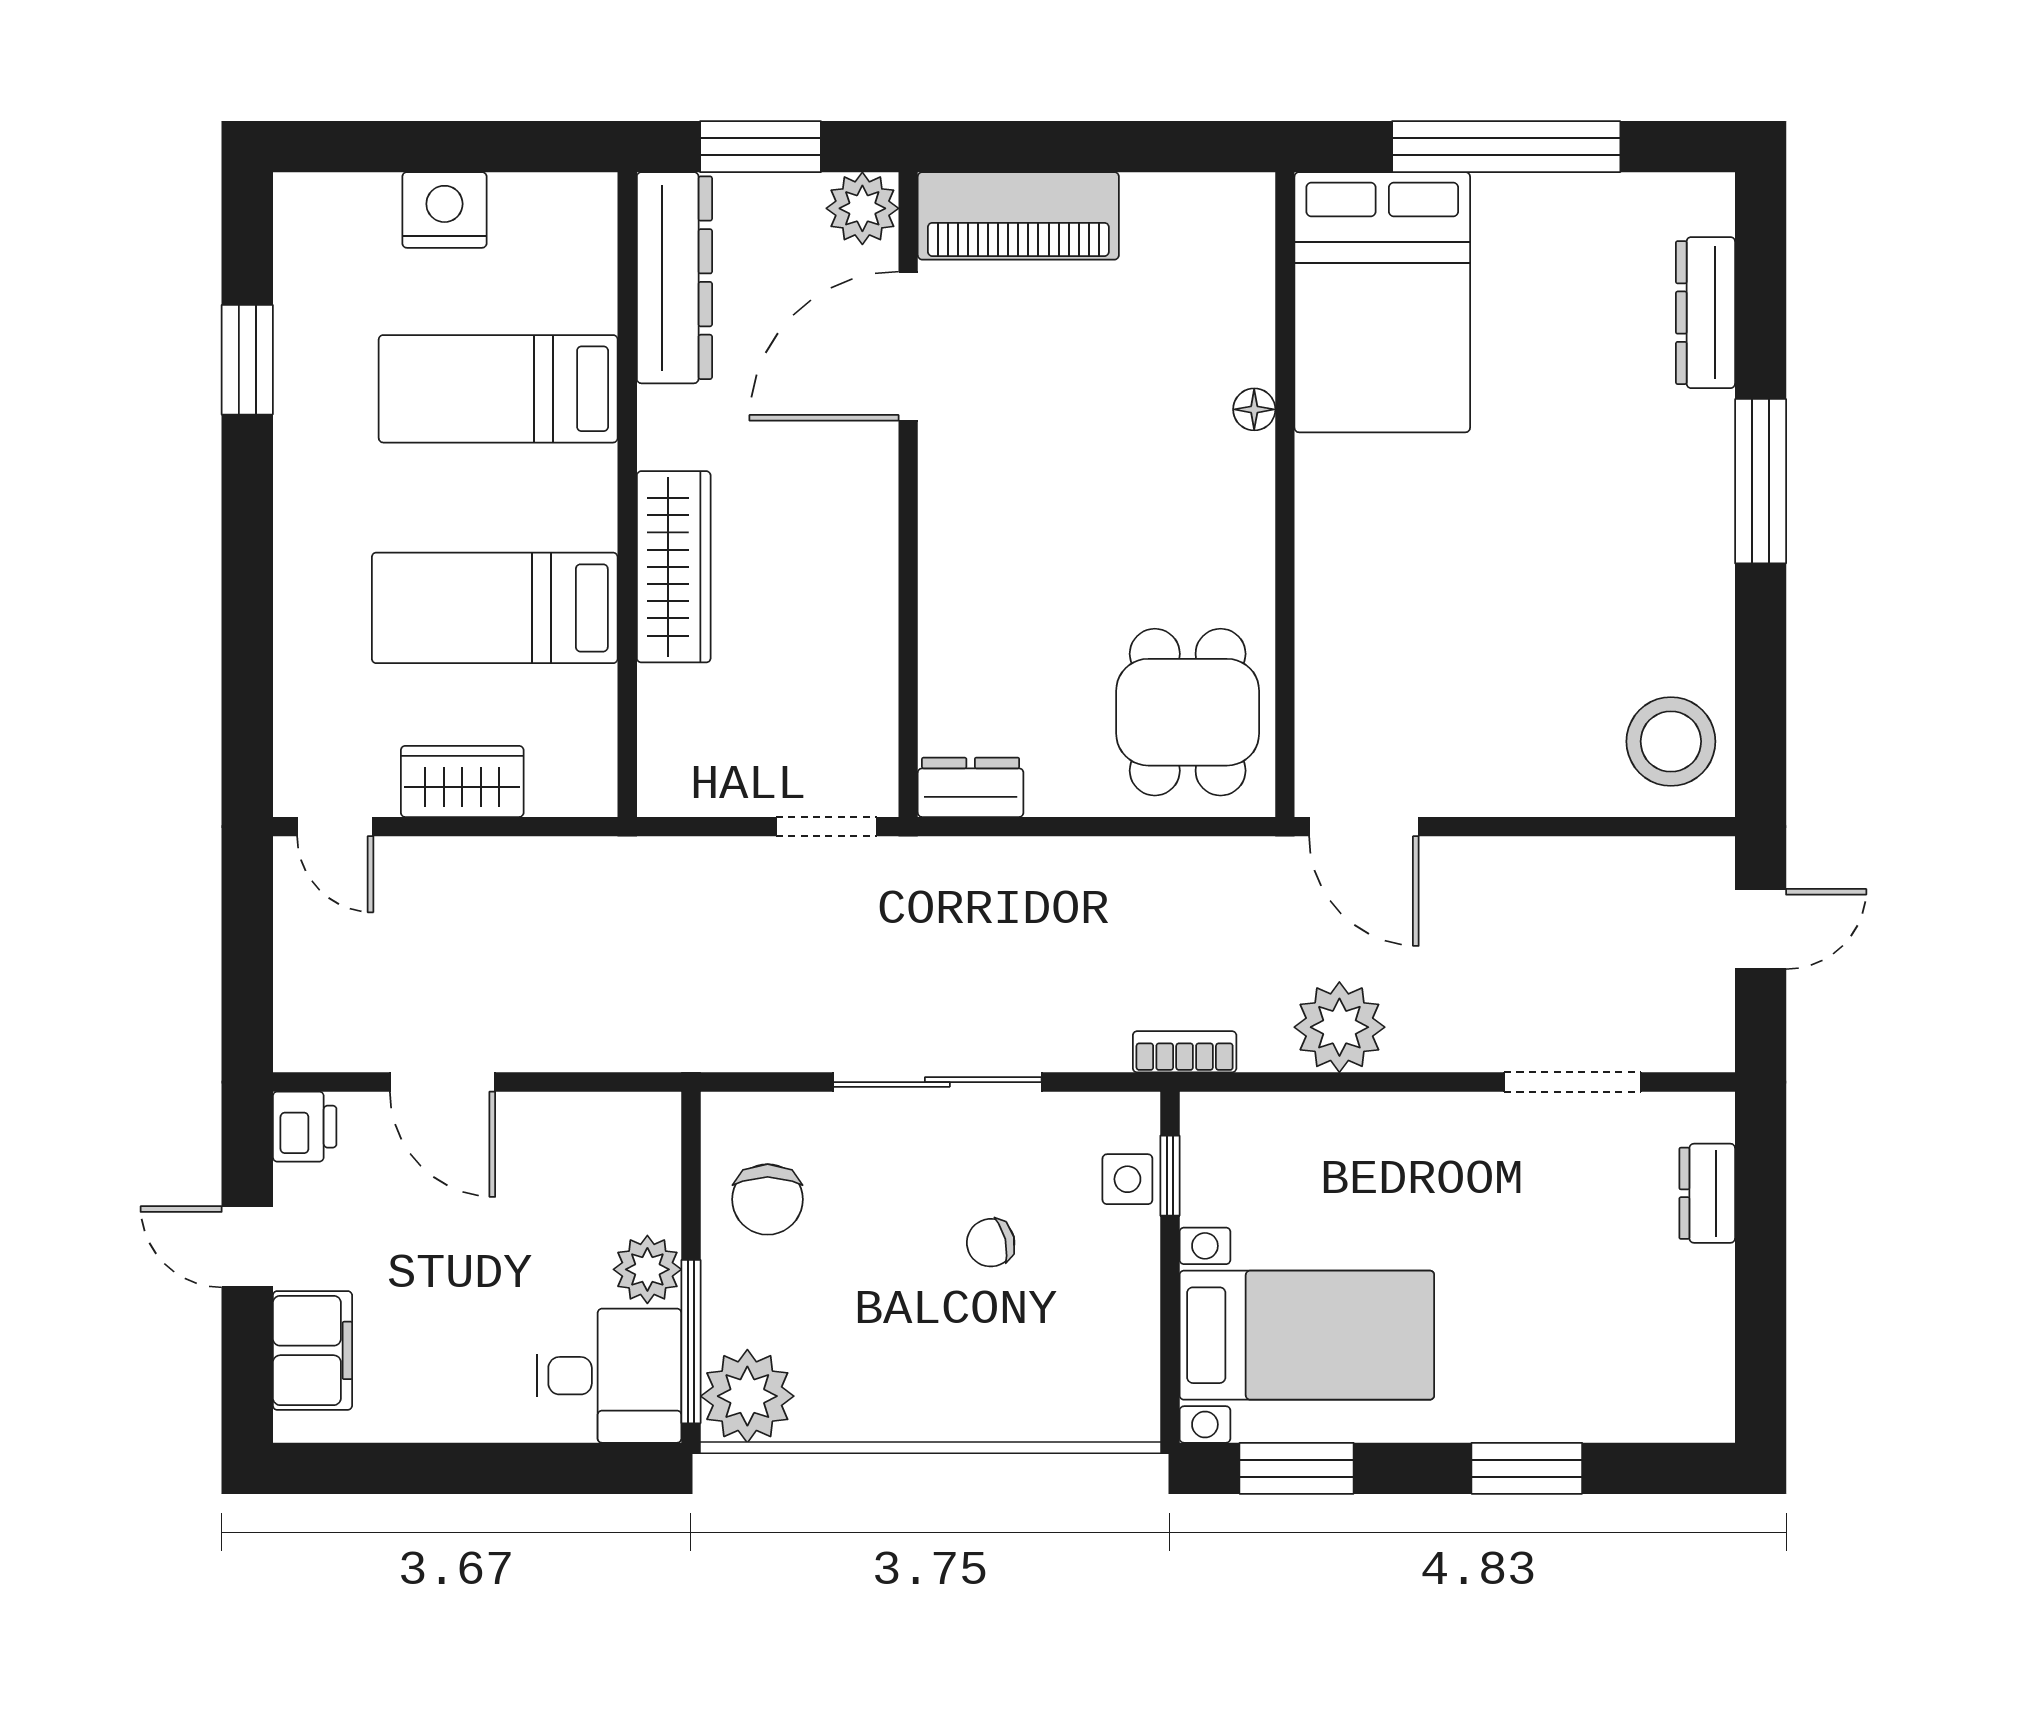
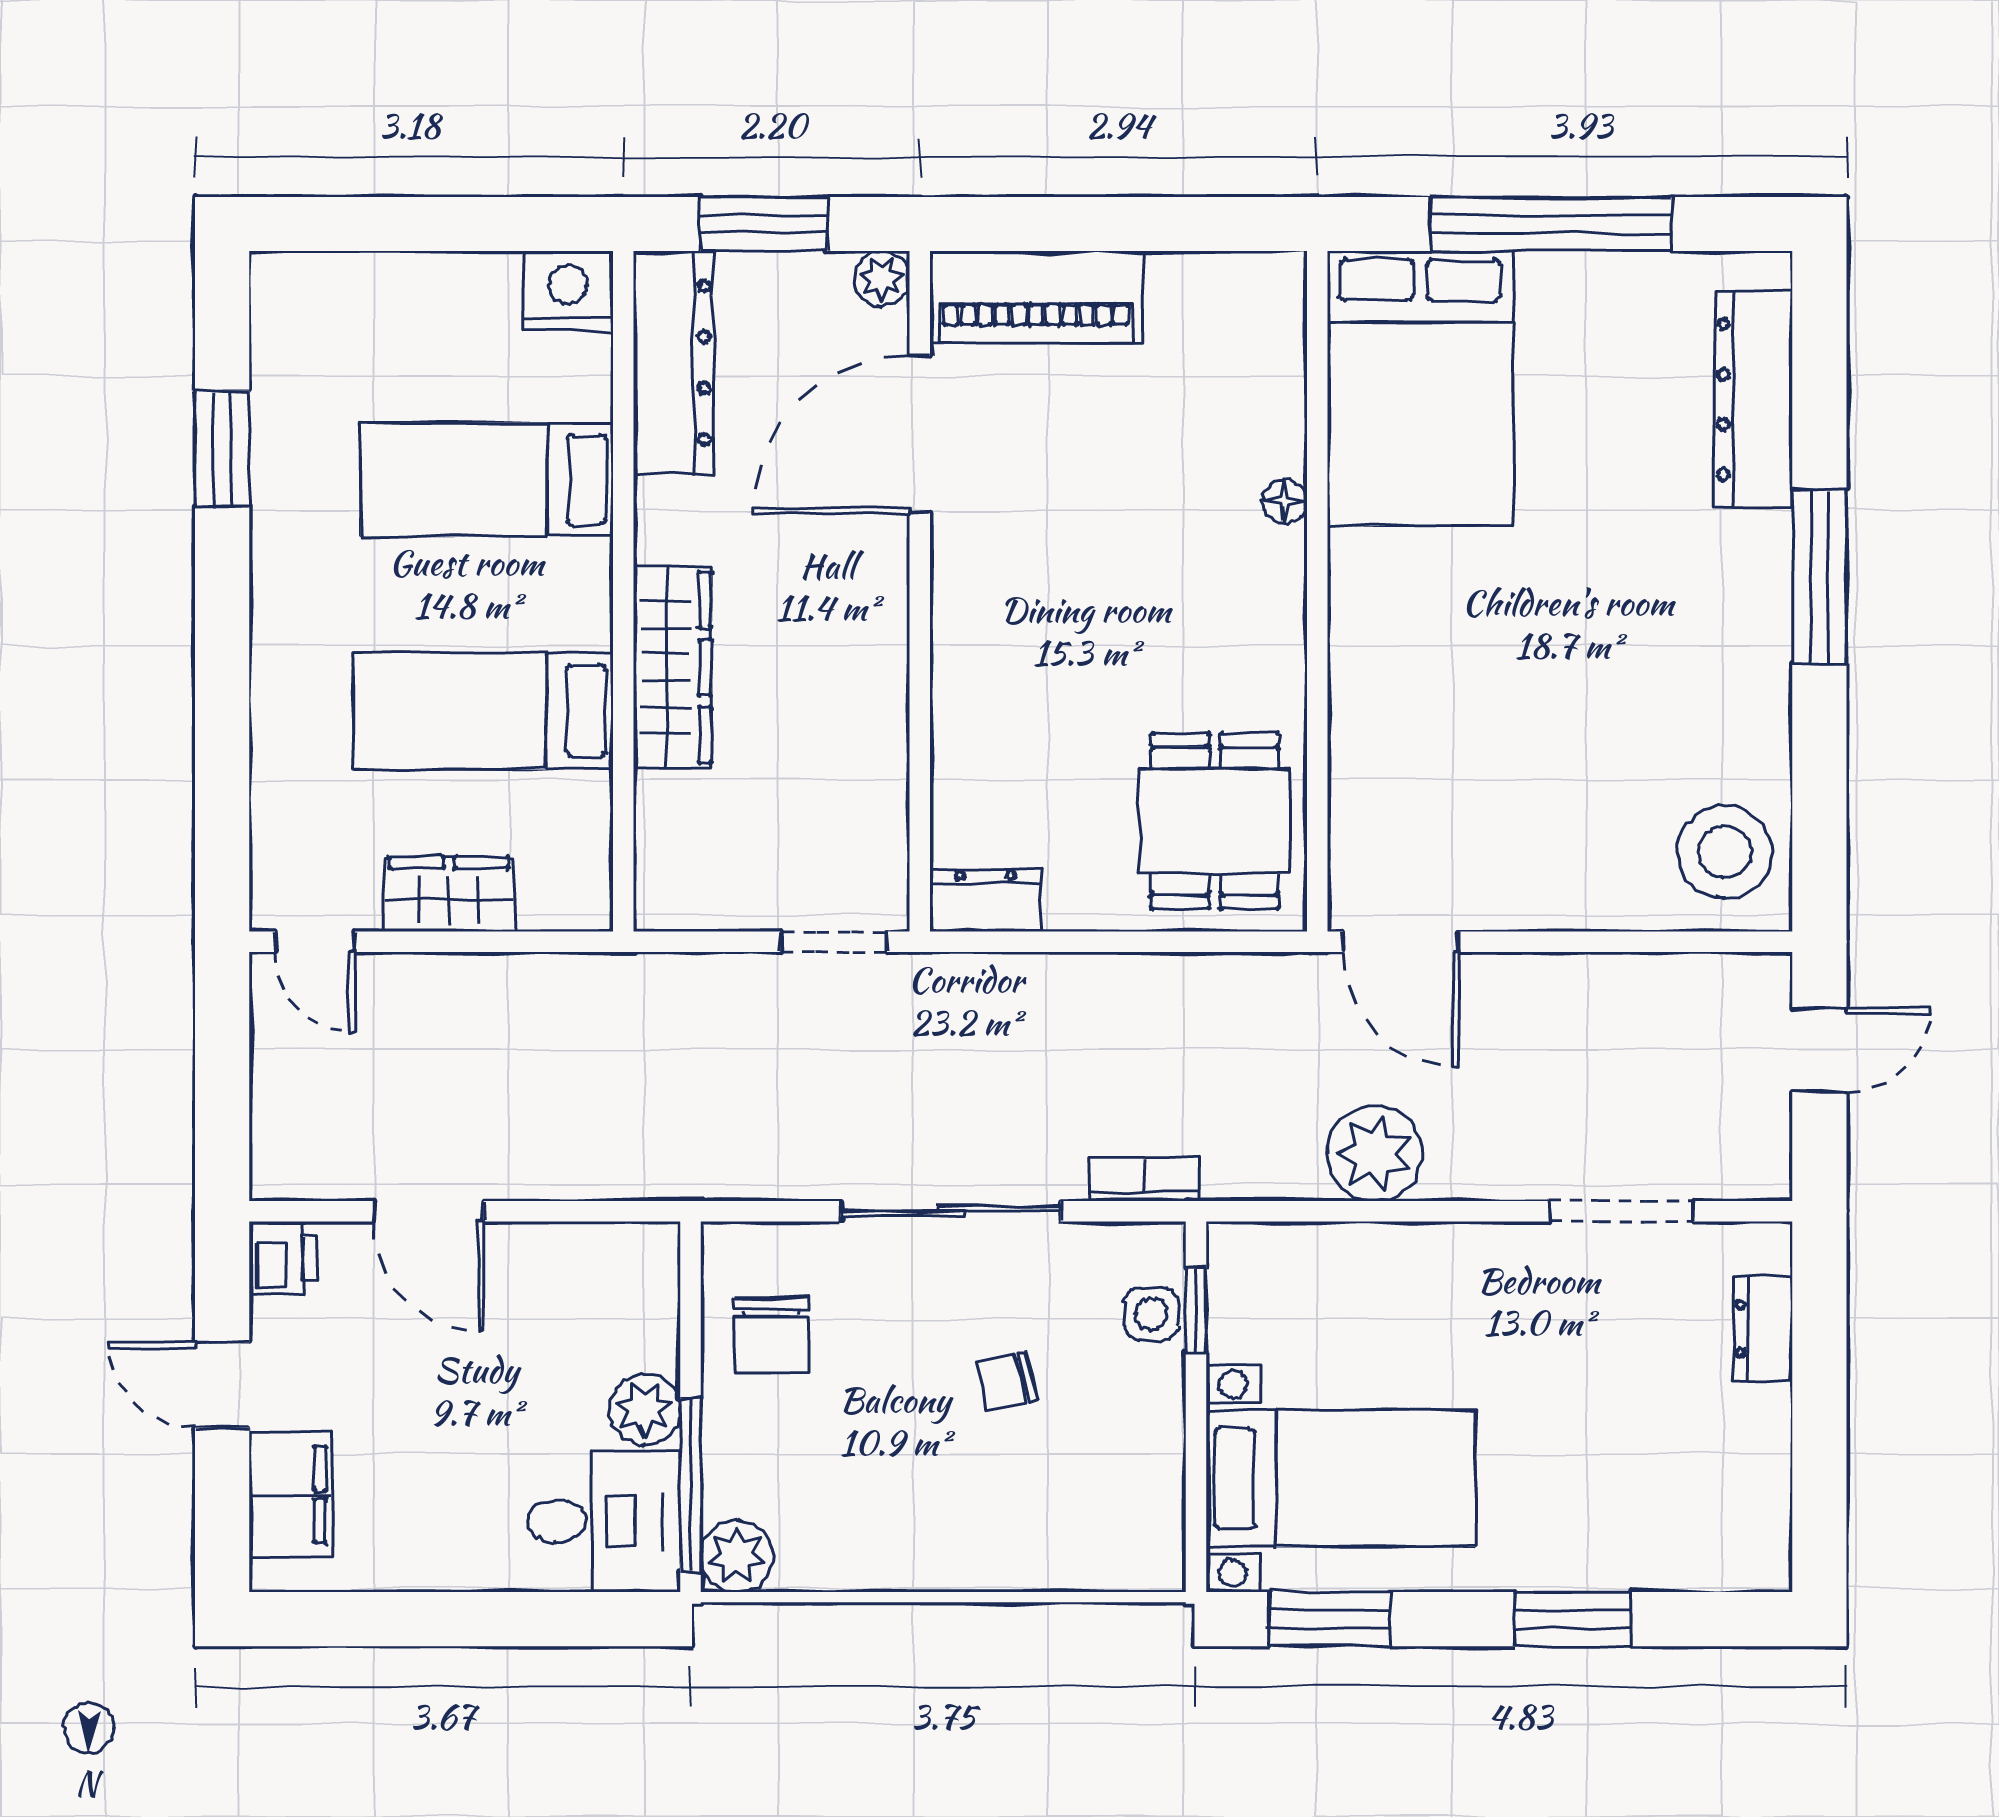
plant: (862, 208) -> (882, 279), width x0.73, depth x0.73
nightstand: (444, 210) -> (569, 291), moved
dresser: (1705, 313) -> (1754, 399), width x1.37, depth x1.24
bookcase: (1185, 1052) -> (1144, 1179), moved
plant: (747, 1396) -> (737, 1556), width x0.73, depth x0.73

